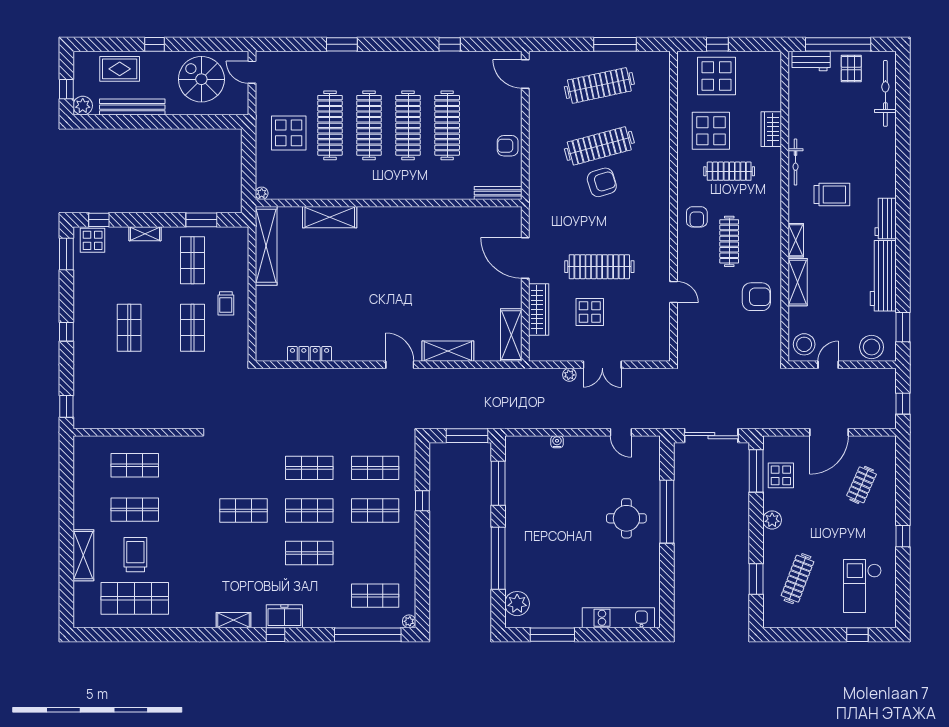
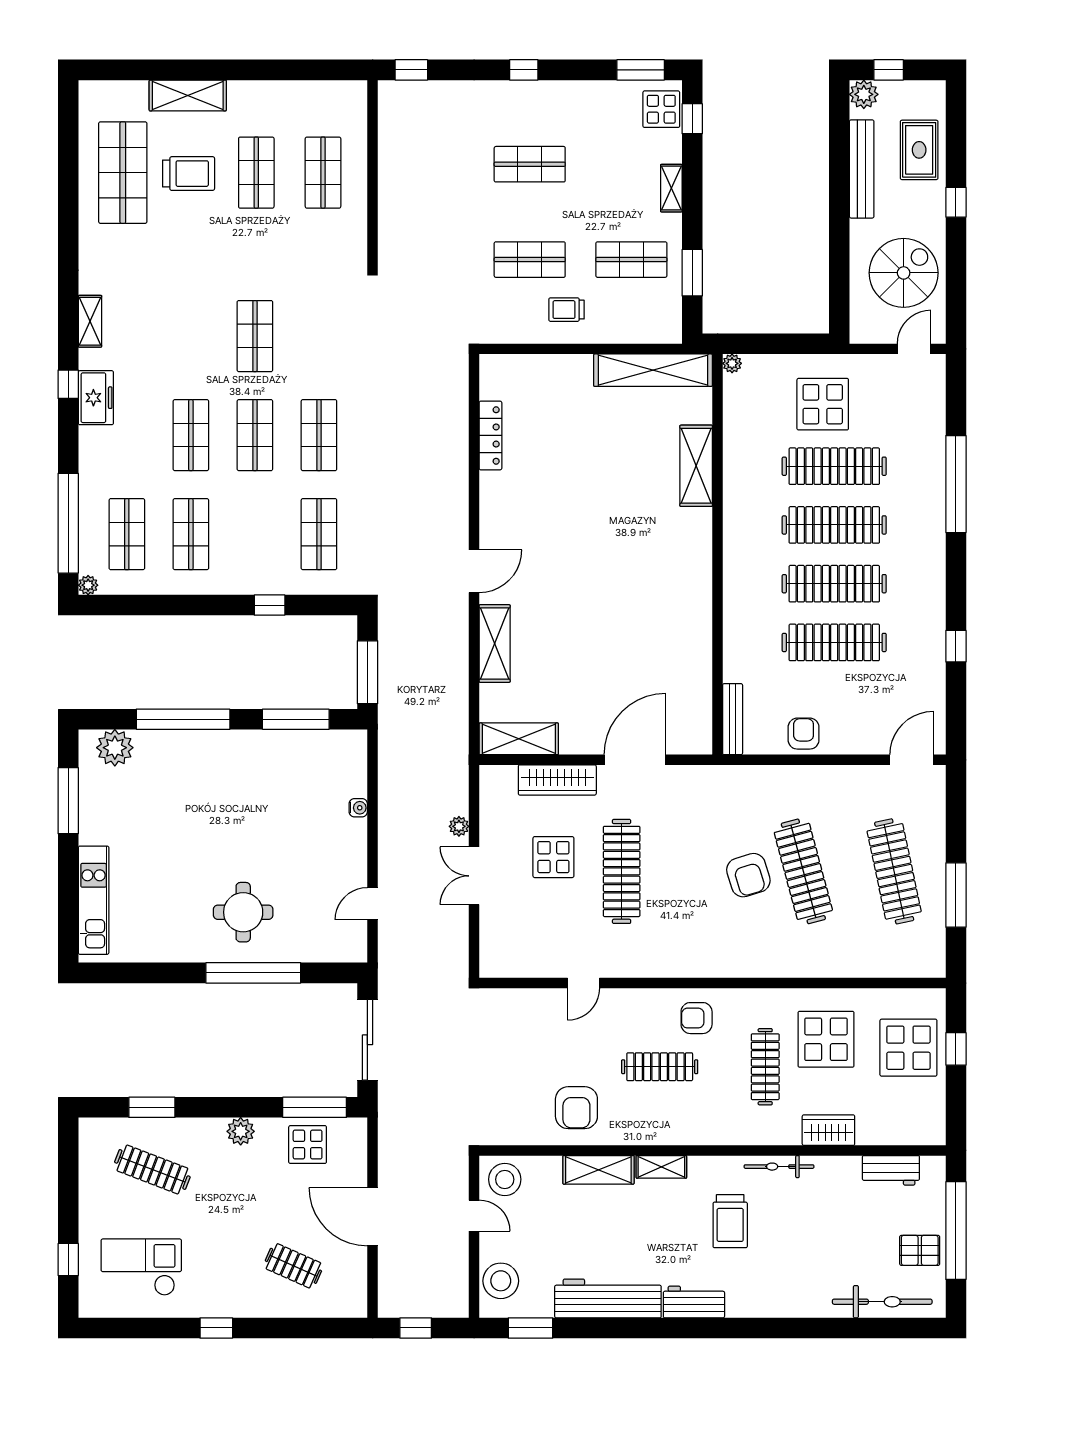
window: (342, 44) -> (956, 484), width x2.11
workbench: (811, 61) -> (891, 1170), moved, turned -90
shop shelf: (375, 510) -> (191, 534), moved

